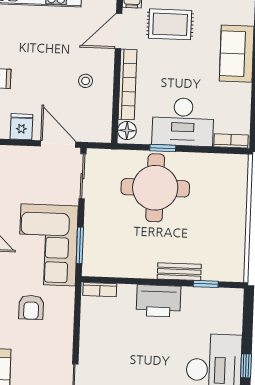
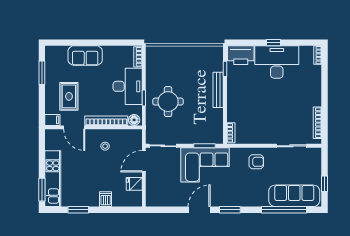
round table: (155, 188) -> (168, 102), width x0.73, depth x0.73
bench: (179, 272) -> (218, 90), width x1.36
printer: (159, 301) -> (241, 55), moved, turned 90
armchair: (31, 307) -> (256, 162), moved

